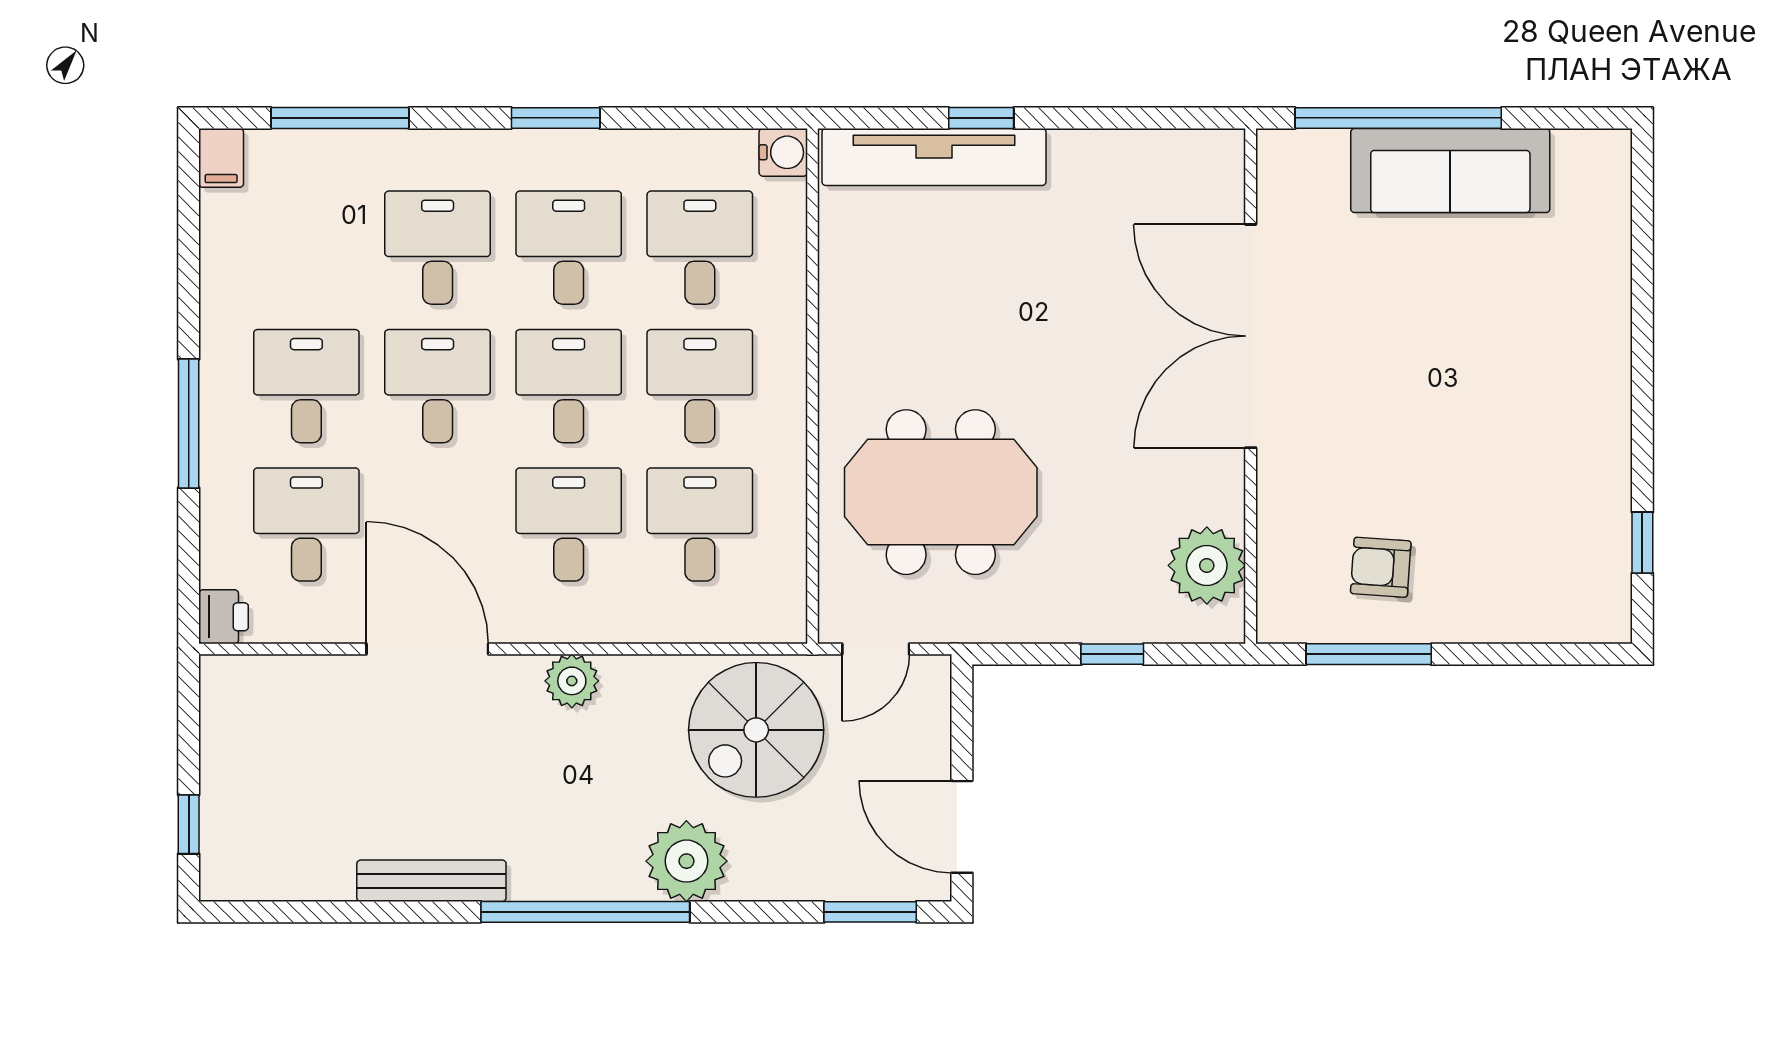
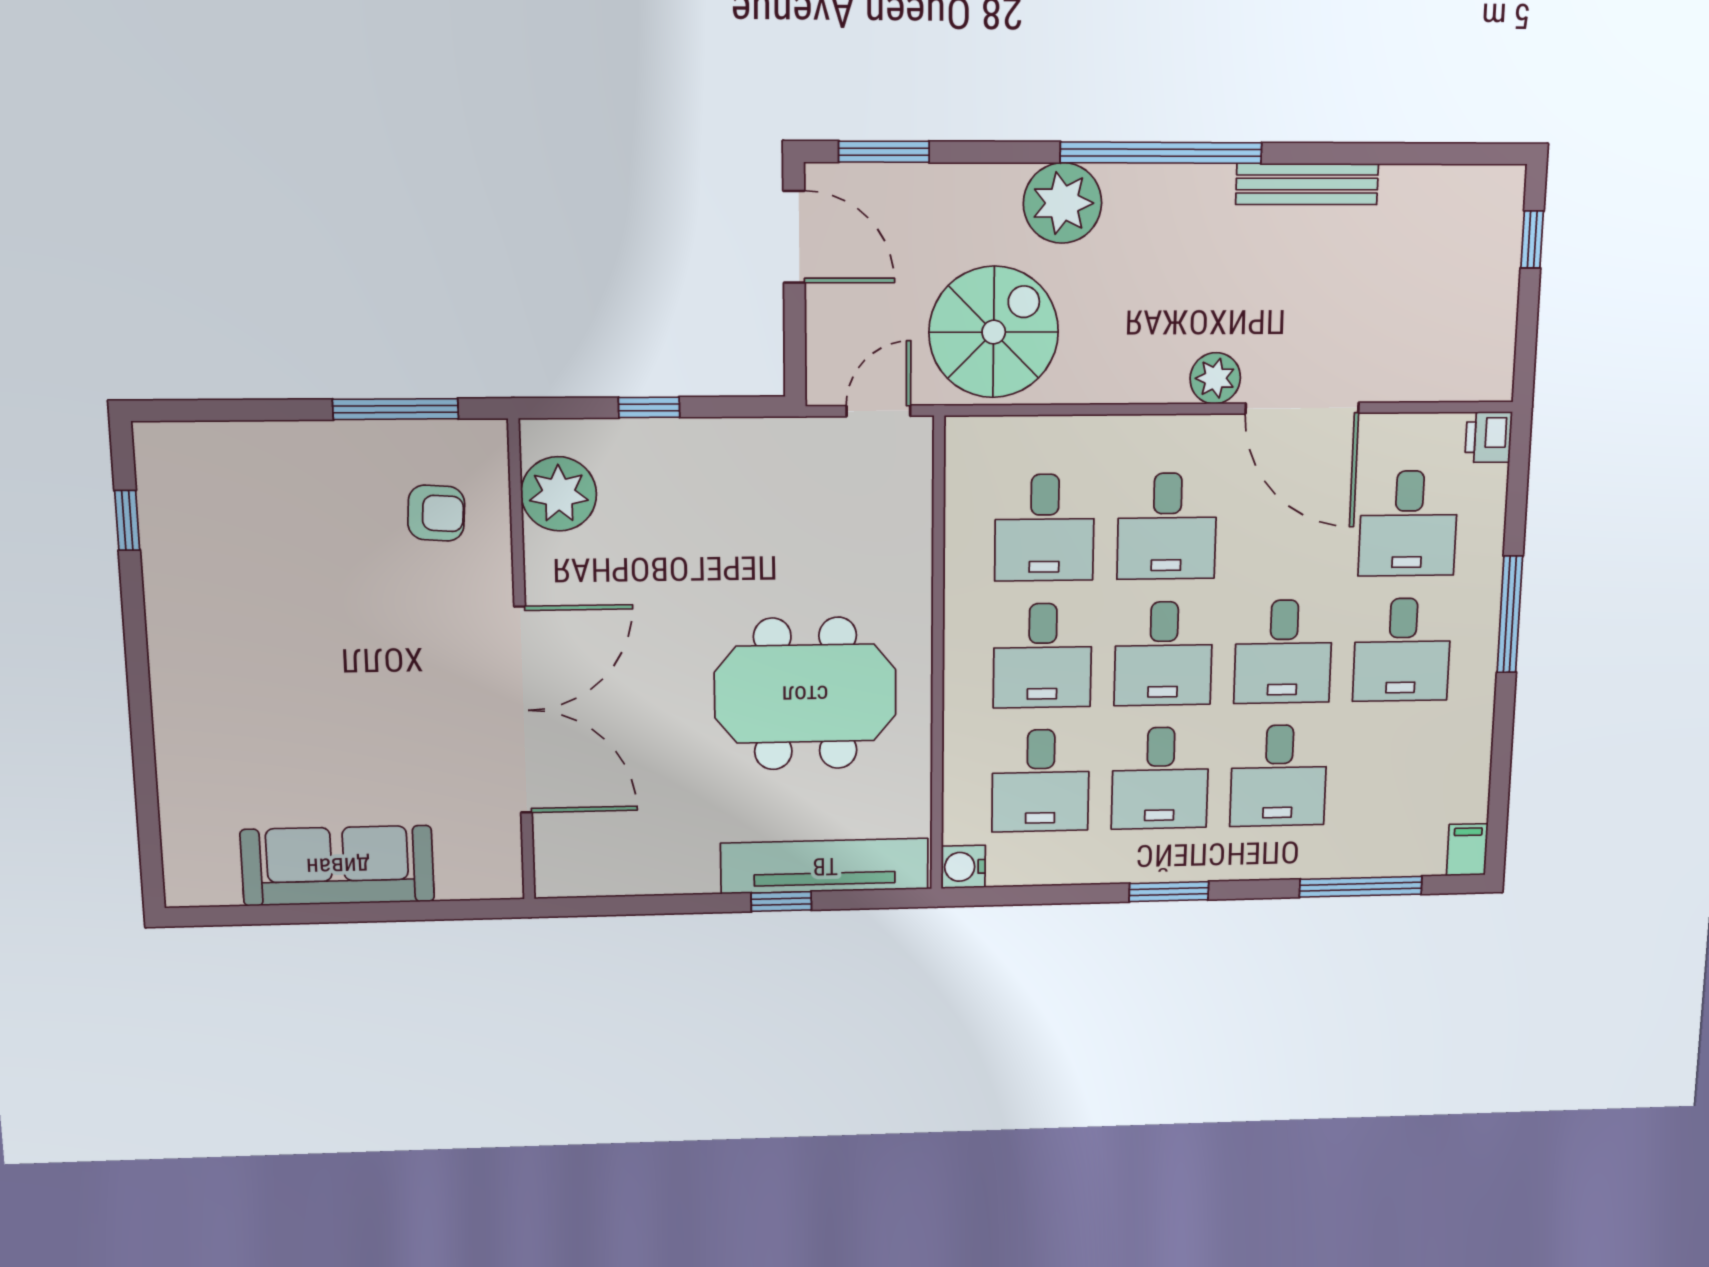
window: (1398, 118) -> (390, 912), removed
meeting table: (941, 492) -> (805, 694), moved
armchair: (1381, 567) -> (436, 513), moved
plant: (572, 681) -> (1215, 378), moved

